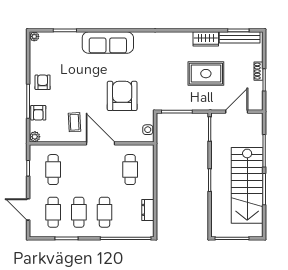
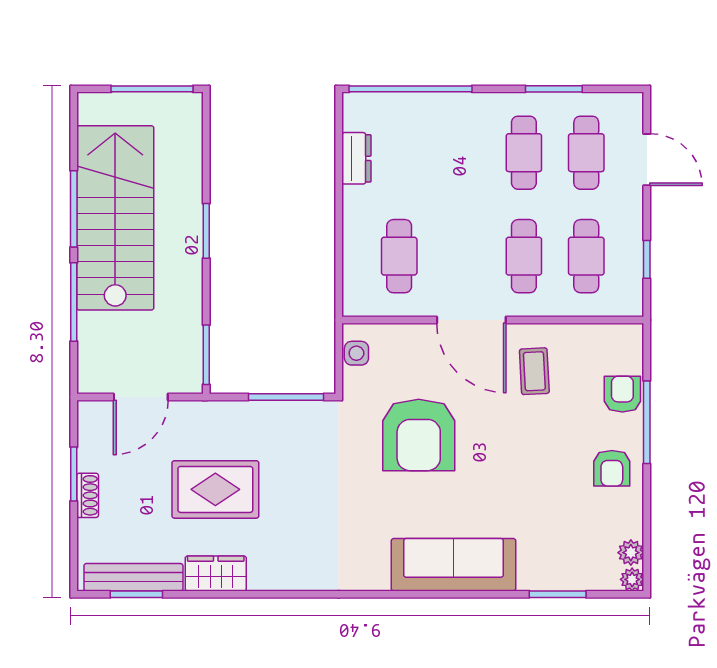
plant: (35, 137) -> (631, 553), moved
cafe table: (104, 212) -> (524, 256), moved

